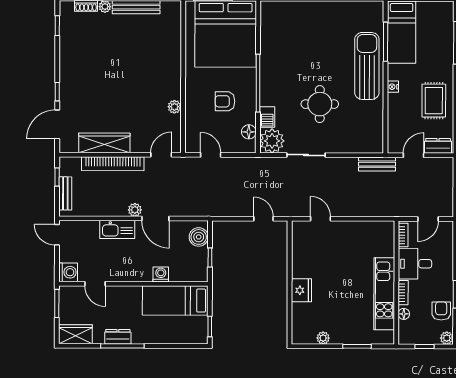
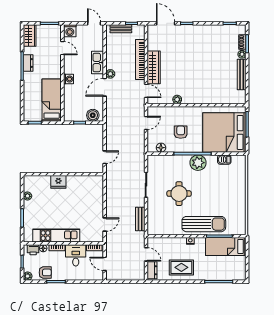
barbecue: (267, 117) -> (224, 160), moved
plant: (272, 141) -> (198, 163), moved
wardrobe: (104, 143) -> (154, 67), moved
bench: (377, 164) -> (140, 219), moved
door: (320, 219) -> (105, 225), moved
door: (57, 235) -> (94, 23), hinge flipped
washing machine: (161, 274) -> (69, 79), moved
door: (95, 284) -> (62, 48), swing flipped
printer: (406, 330) -> (33, 250), added

